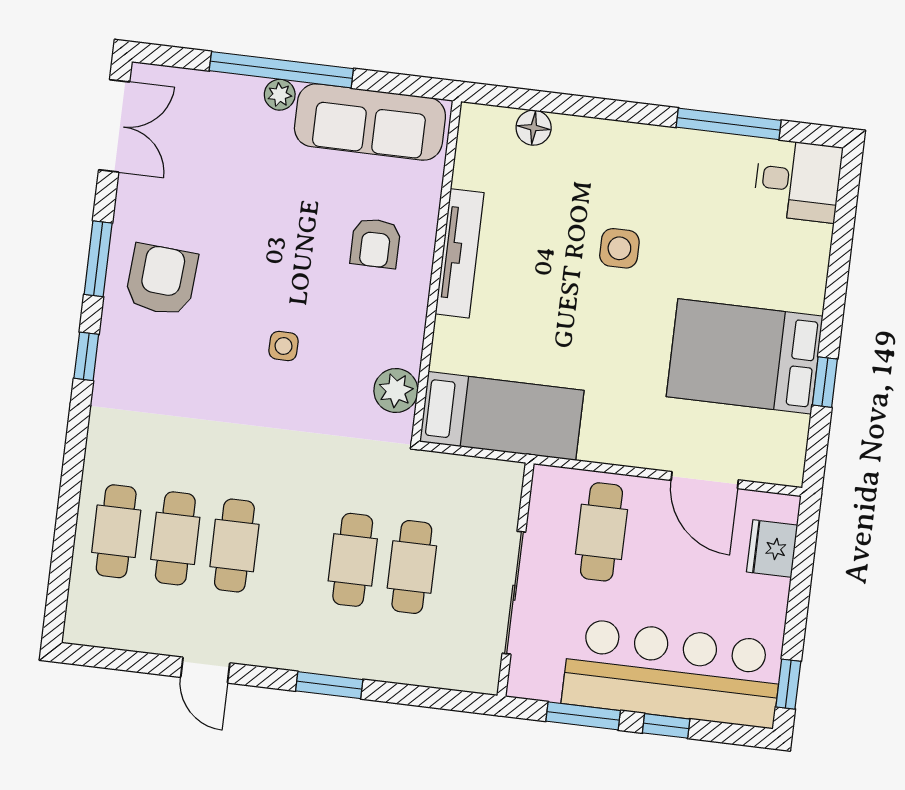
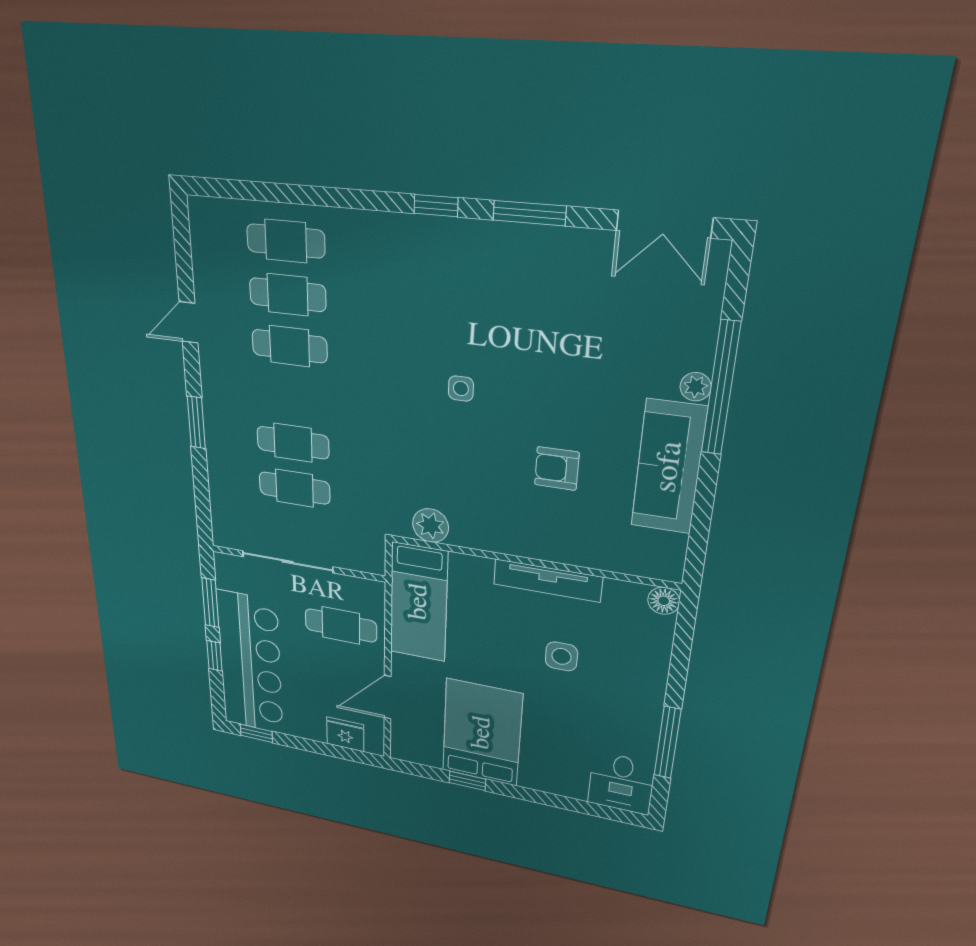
tv unit: (460, 253) -> (548, 580), moved
wall: (436, 271) -> (532, 562), moved
armchair: (161, 280) -> (513, 277), removed
plant: (396, 390) -> (431, 525), moved
bed: (502, 416) -> (419, 602), moved

